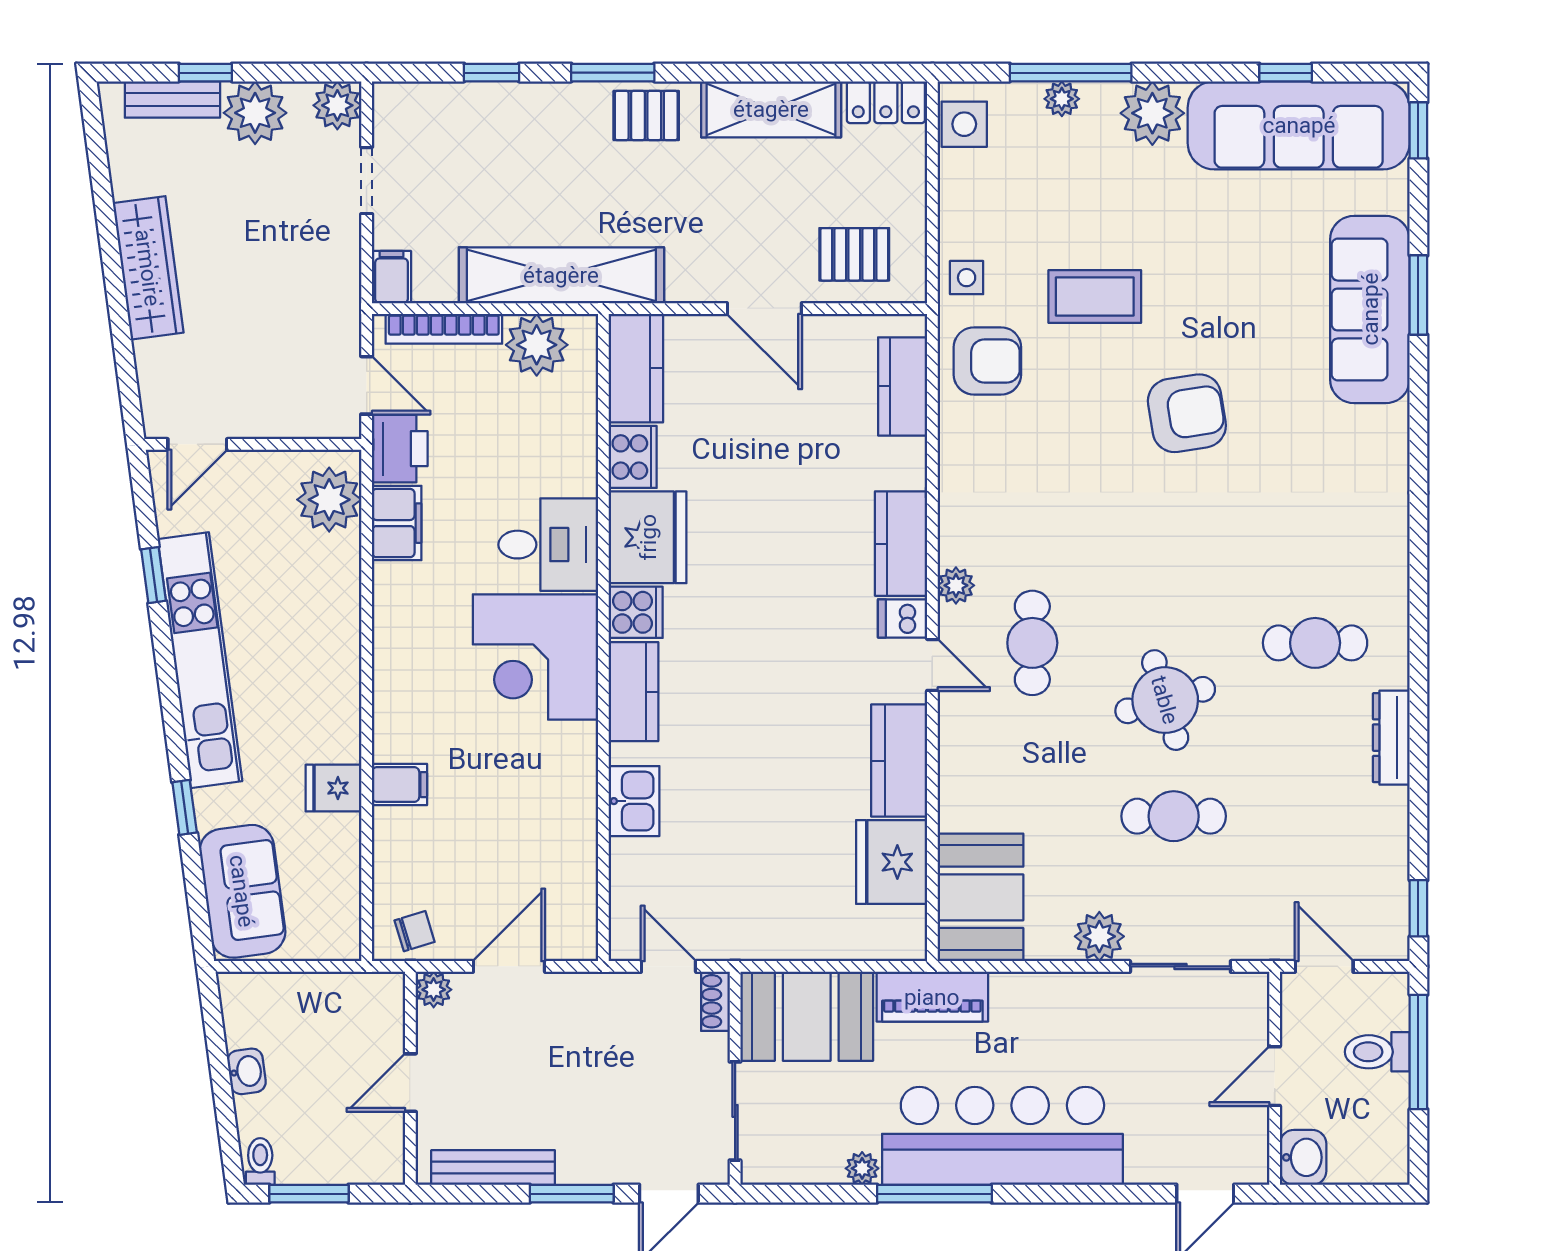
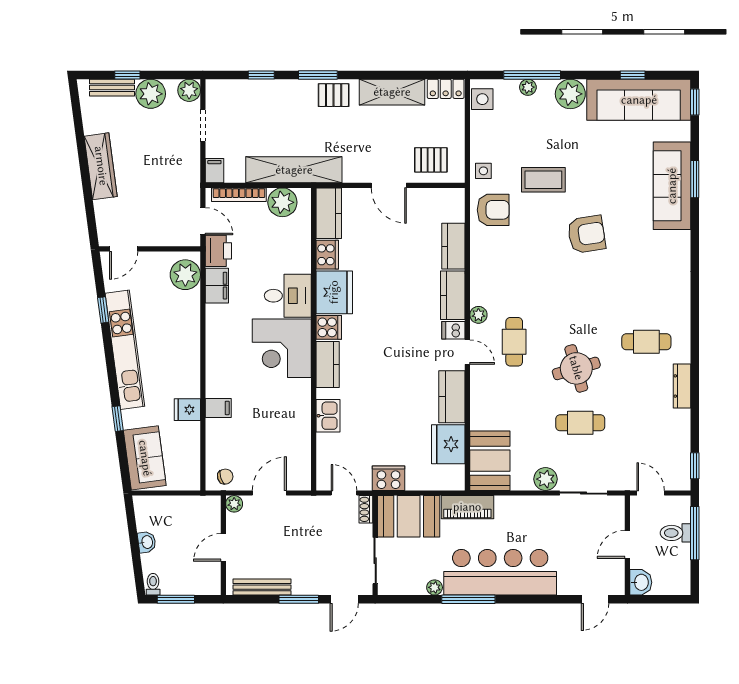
kitchen counter: (903, 386) -> (453, 246), moved
cooker: (764, 935) -> (389, 478), added

